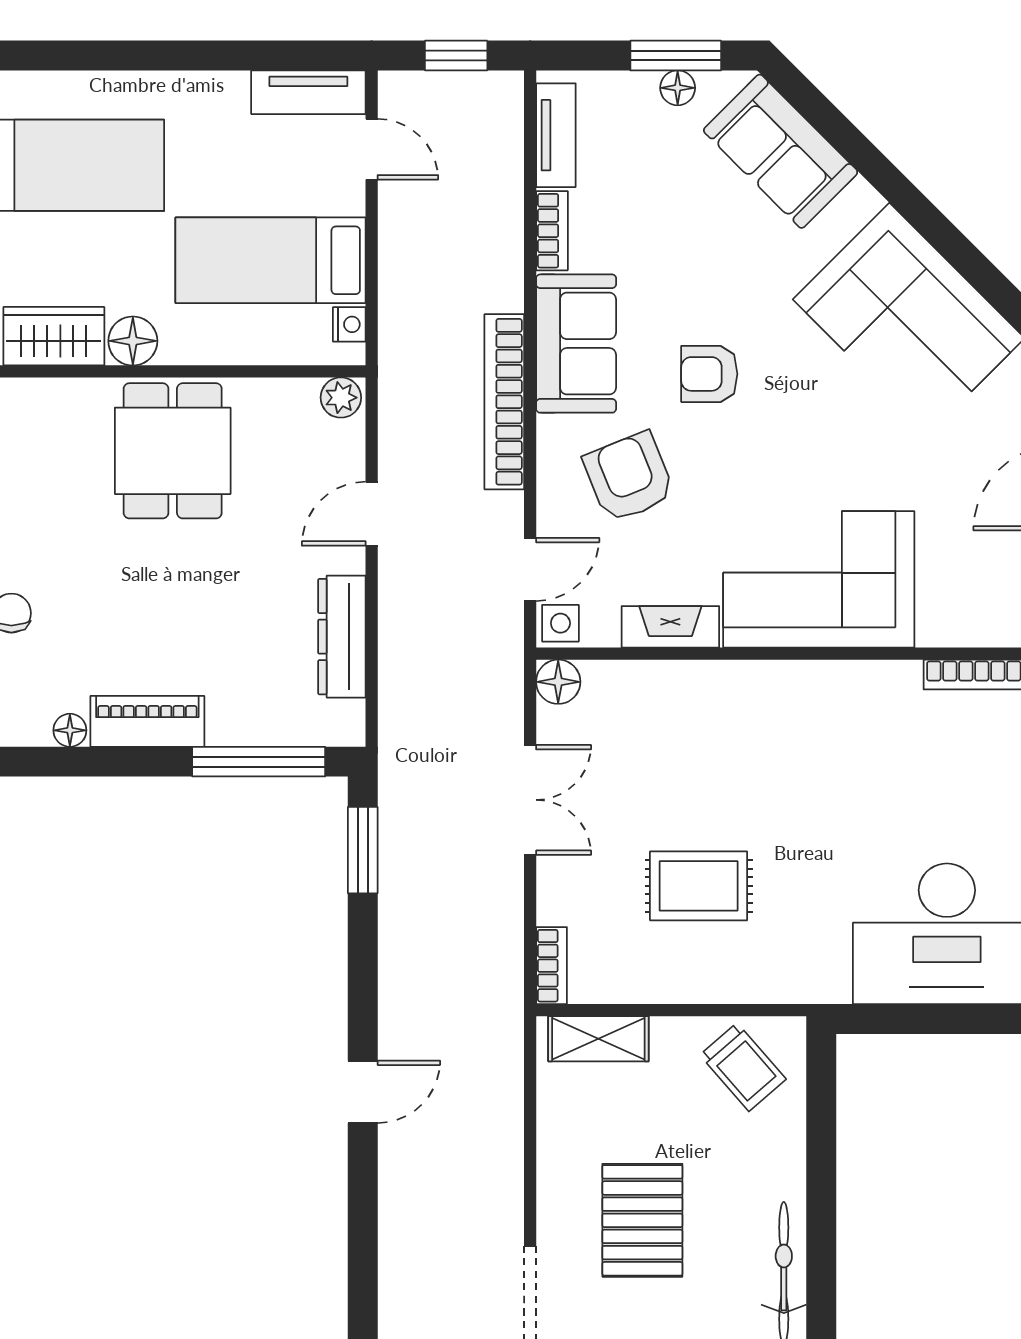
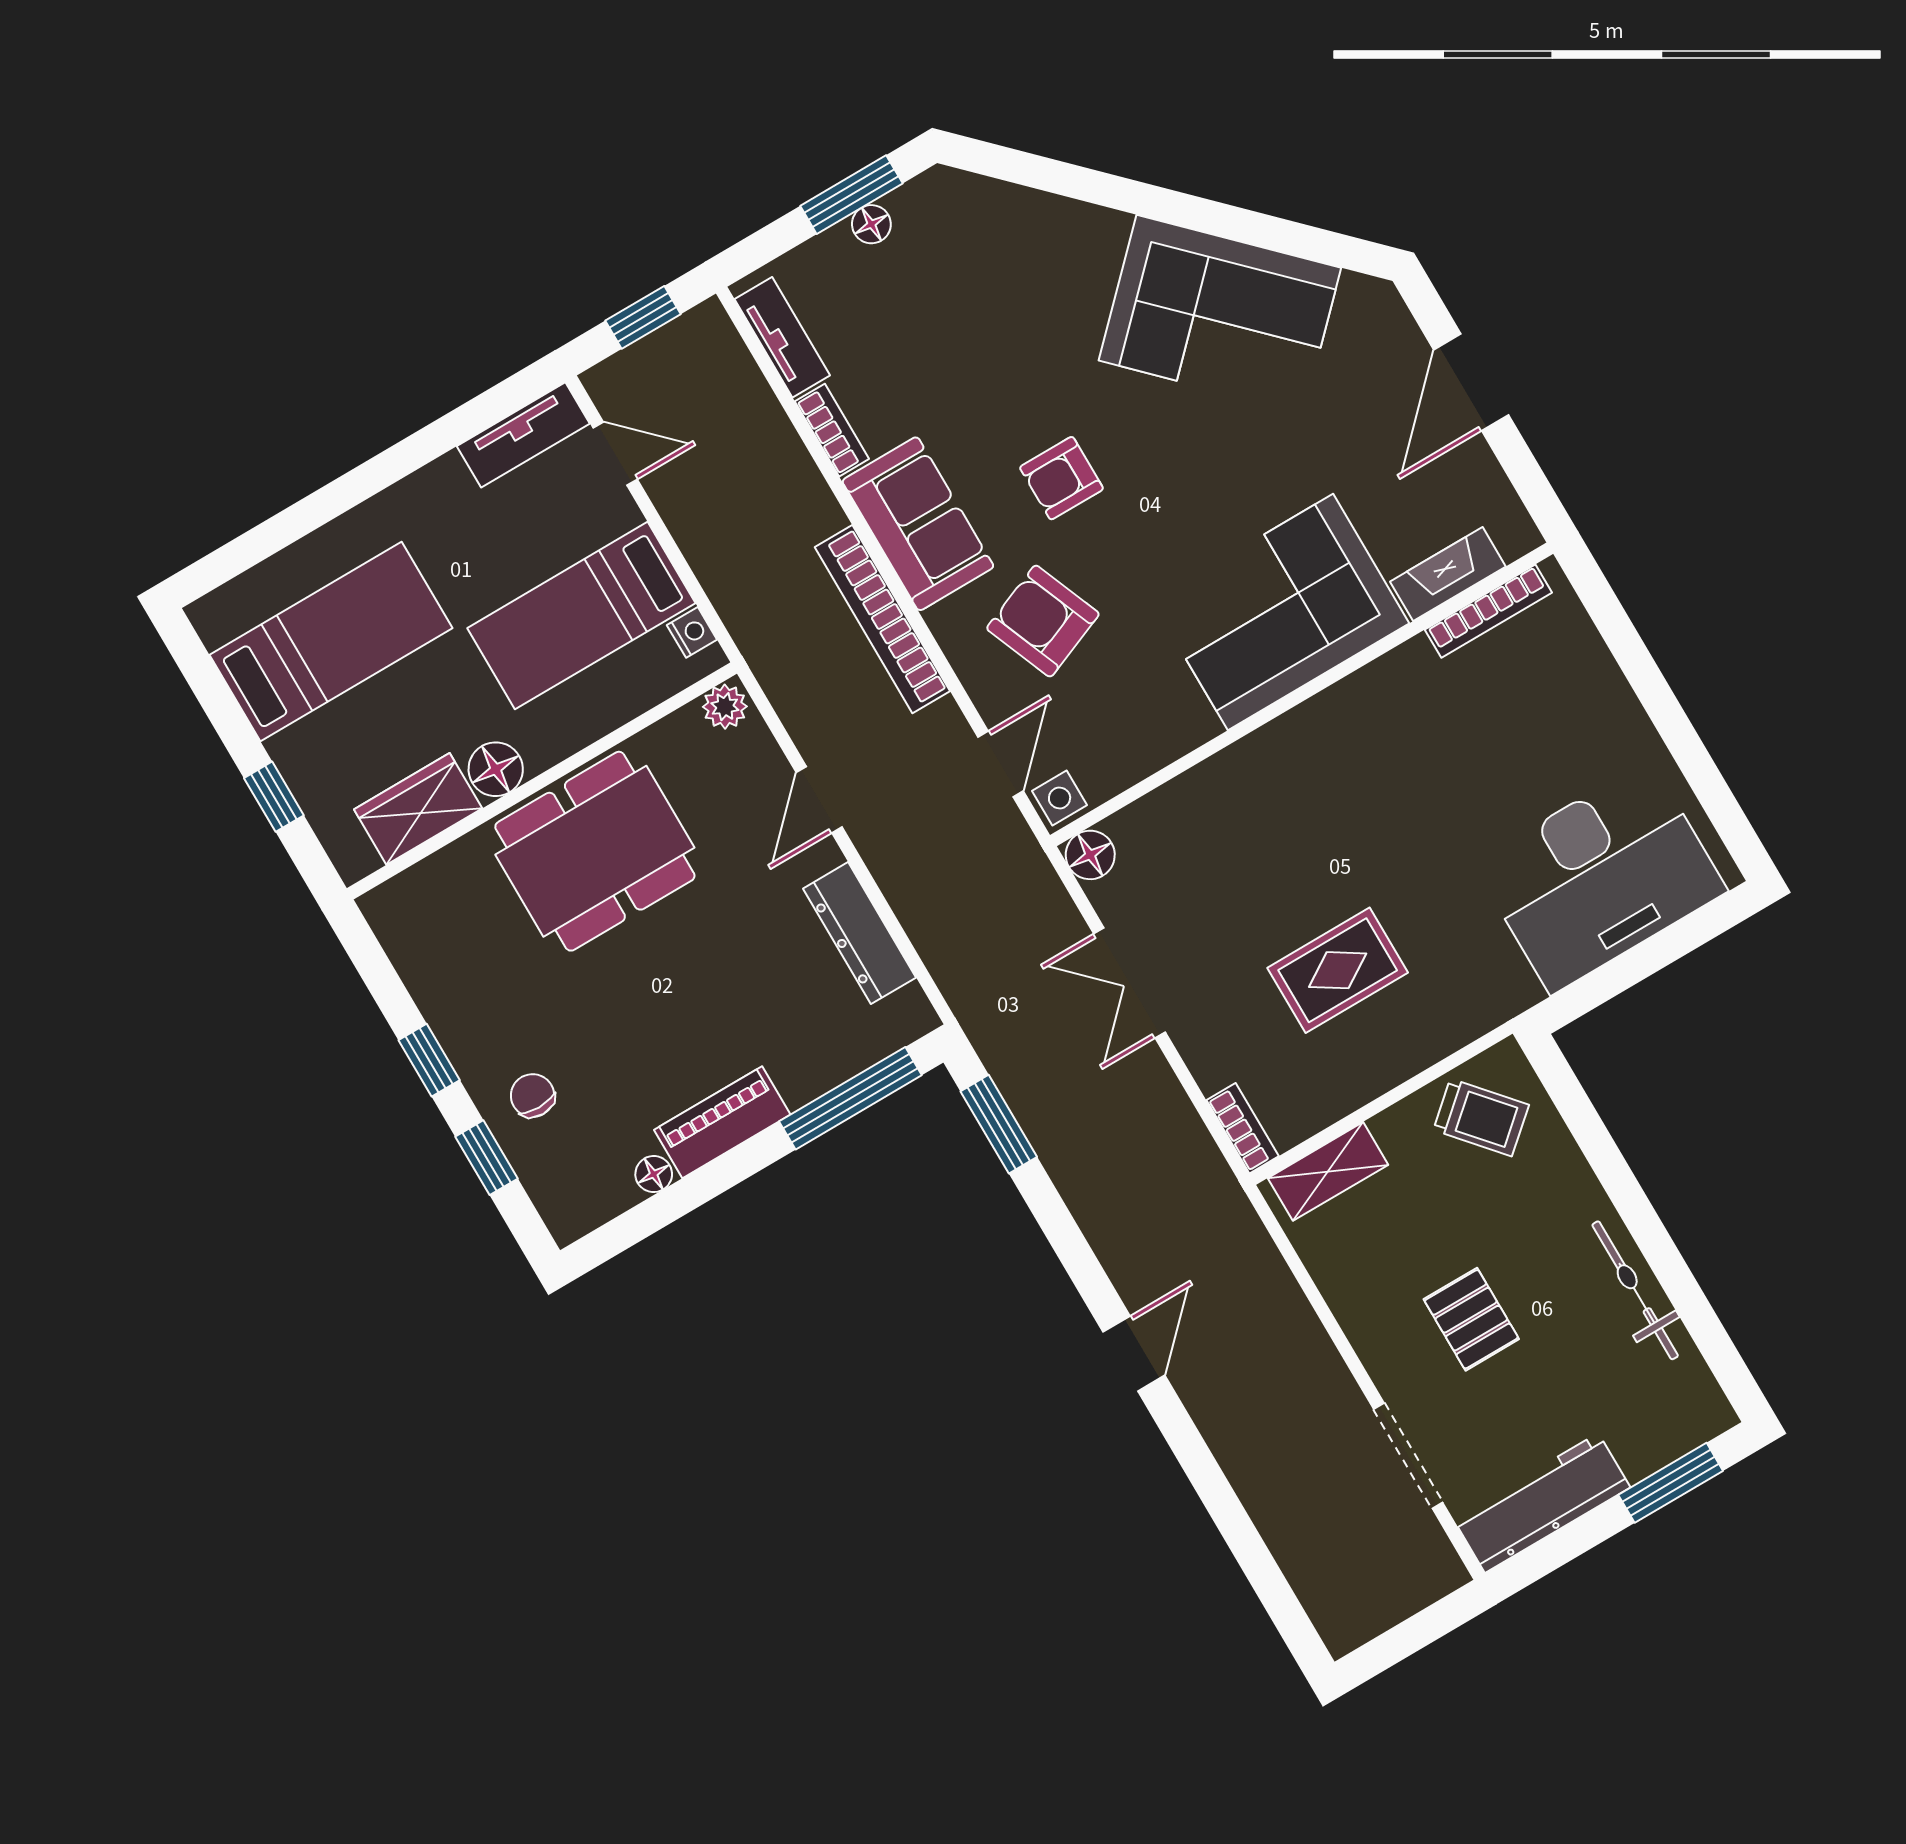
sofa: (781, 151) -> (1005, 227), removed
dining table: (173, 451) -> (595, 851), width x1.38
fireplace: (670, 627) -> (1448, 574), moved
double door: (530, 800) -> (1130, 983), swing flipped
pallet: (642, 1220) -> (1471, 1319), width x0.67, depth x0.71

